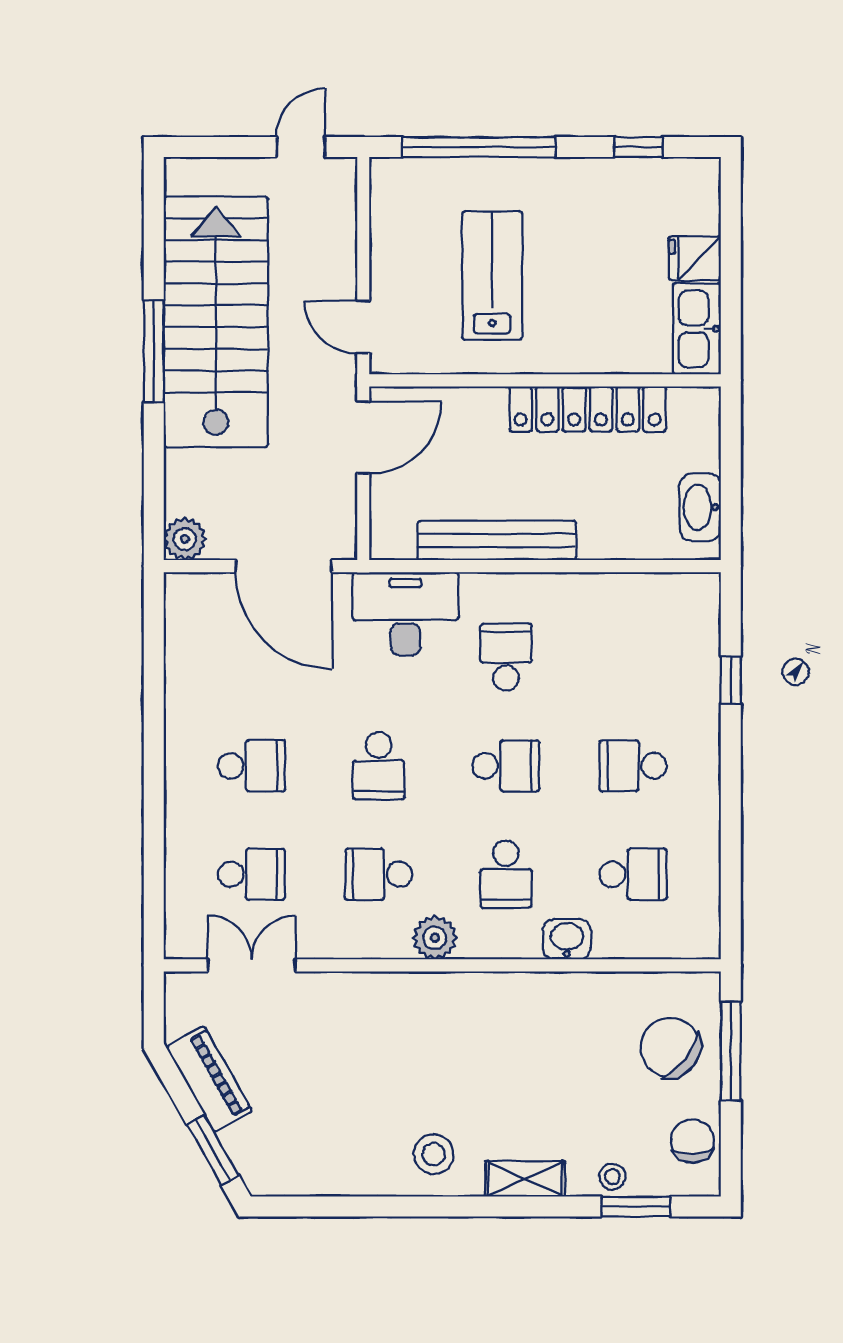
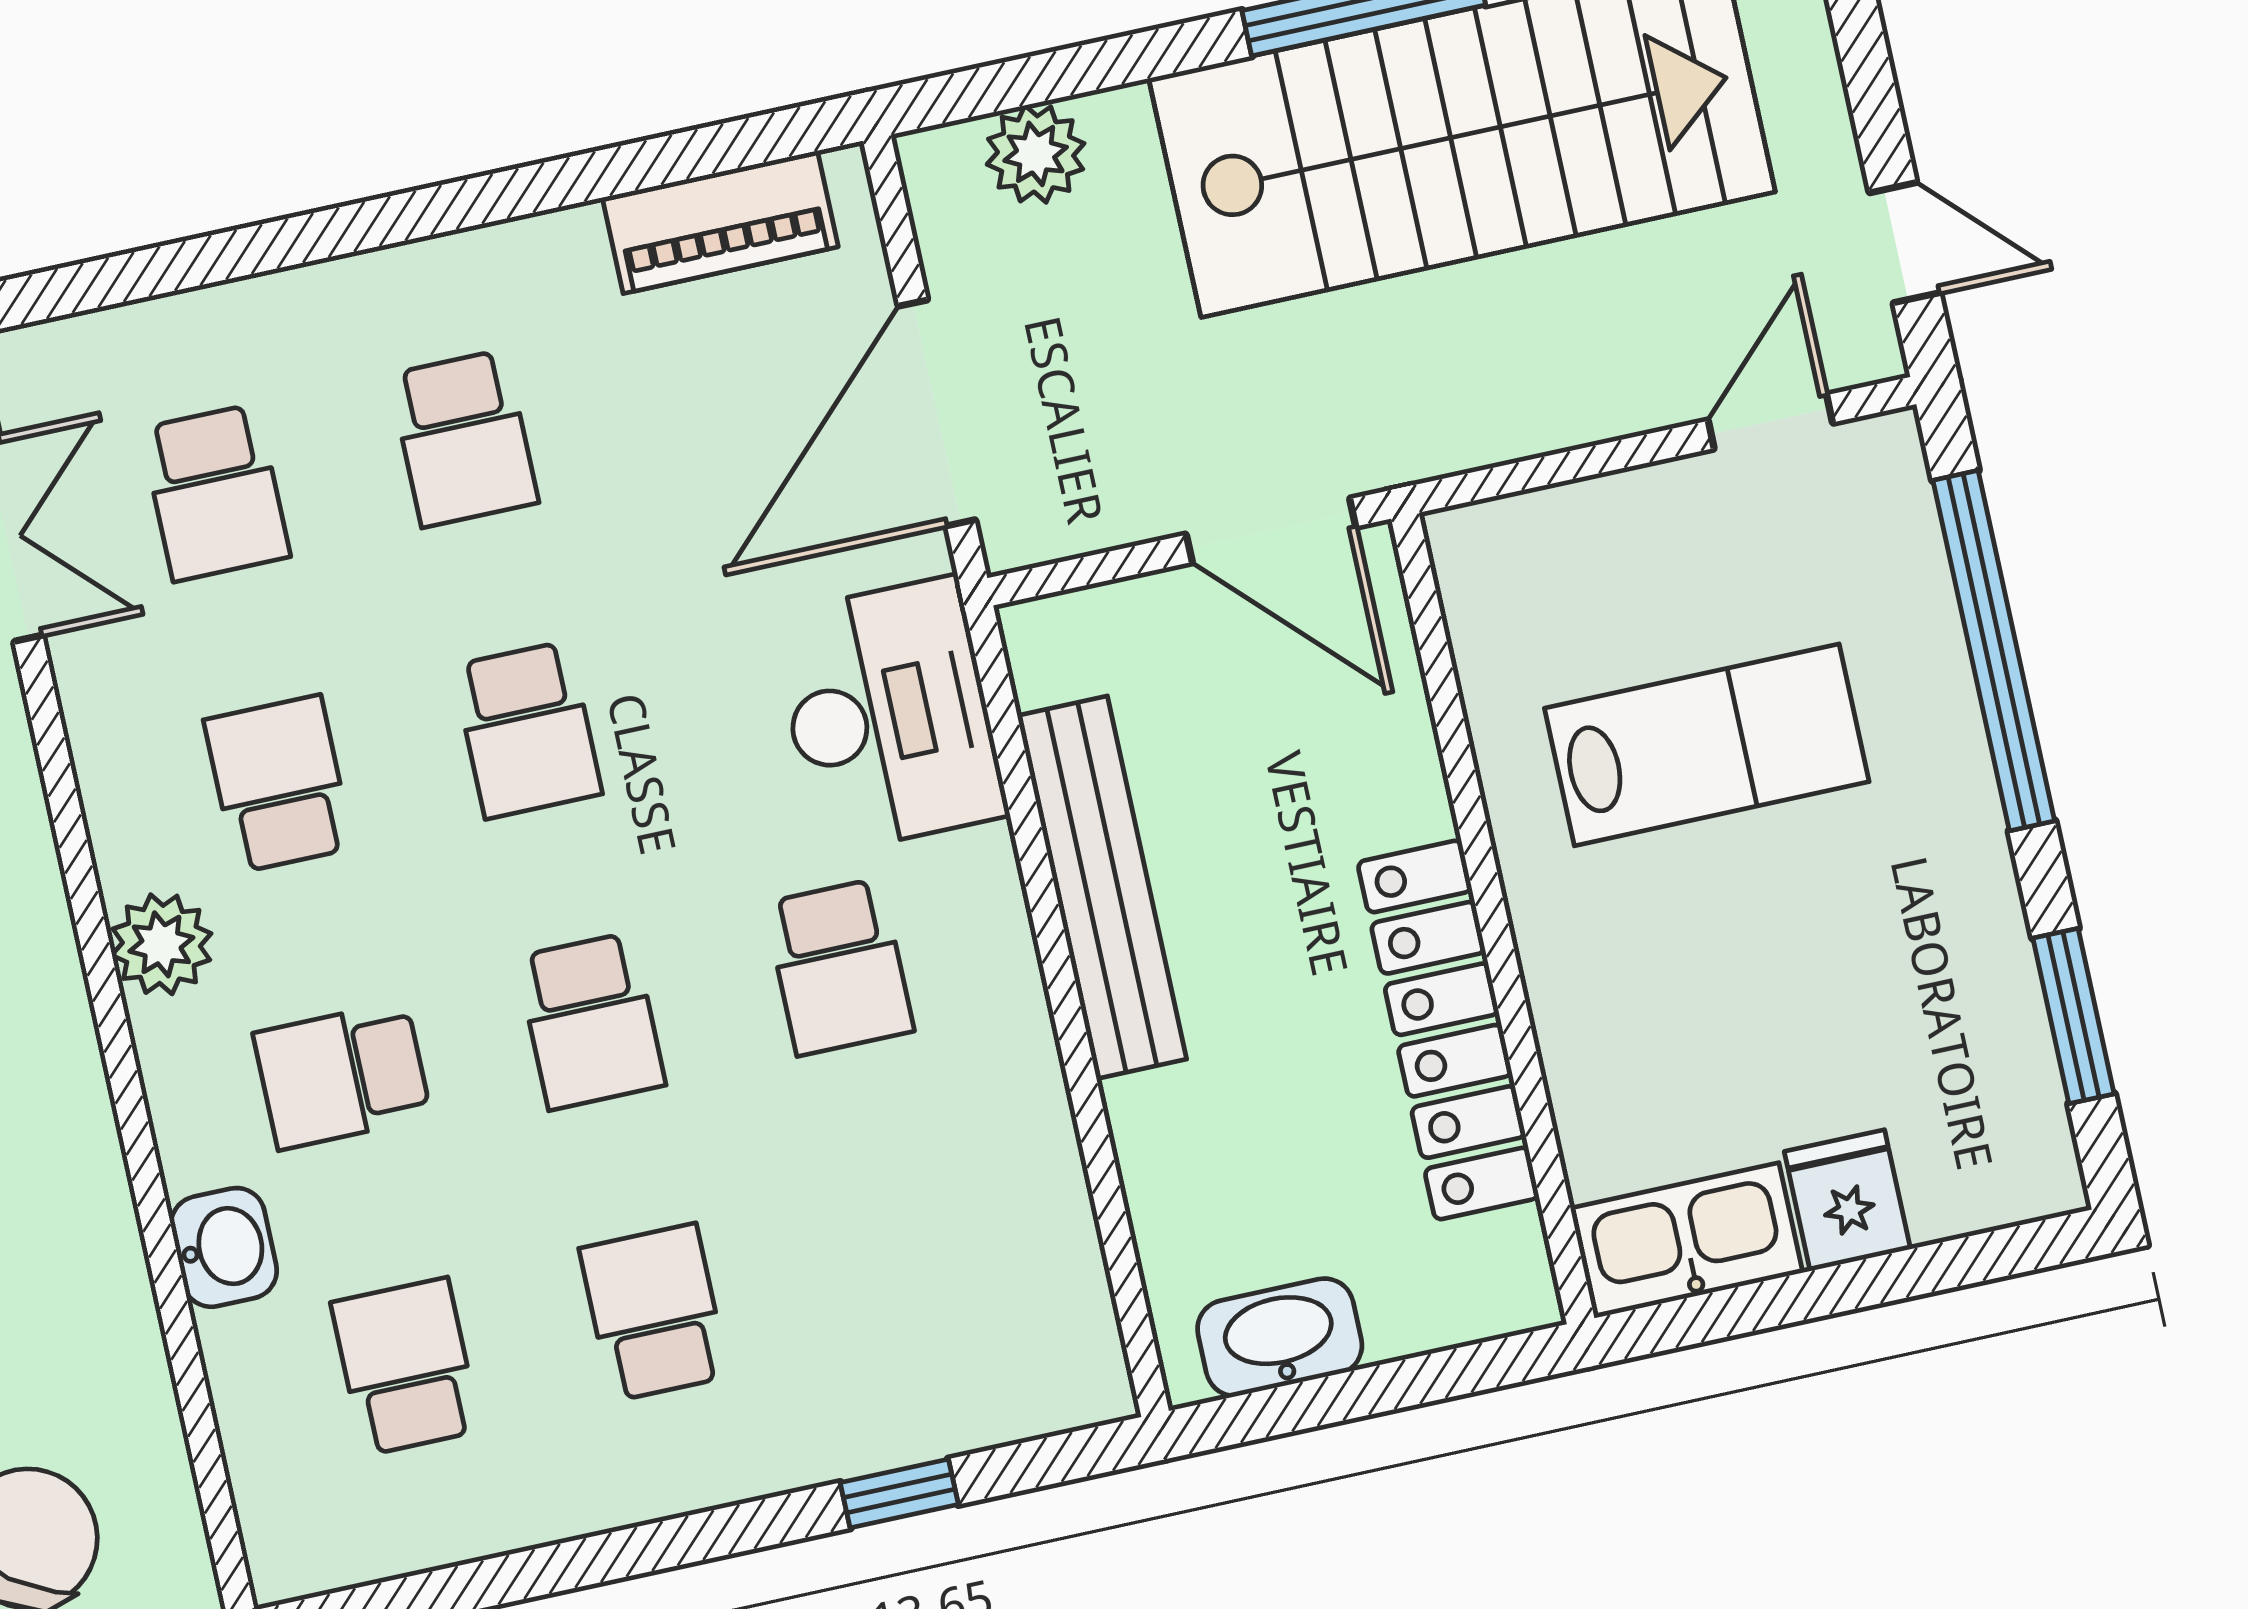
window: (639, 147) -> (2073, 1016), width x1.50
door: (363, 327) -> (1770, 422), moved
plant: (185, 539) -> (1036, 154), moved
piano: (185, 639) -> (720, 222), added
school desk: (506, 657) -> (839, 967), turned 90
school desk: (379, 766) -> (527, 730), turned -90
school desk: (633, 874) -> (406, 1367), turned 180

